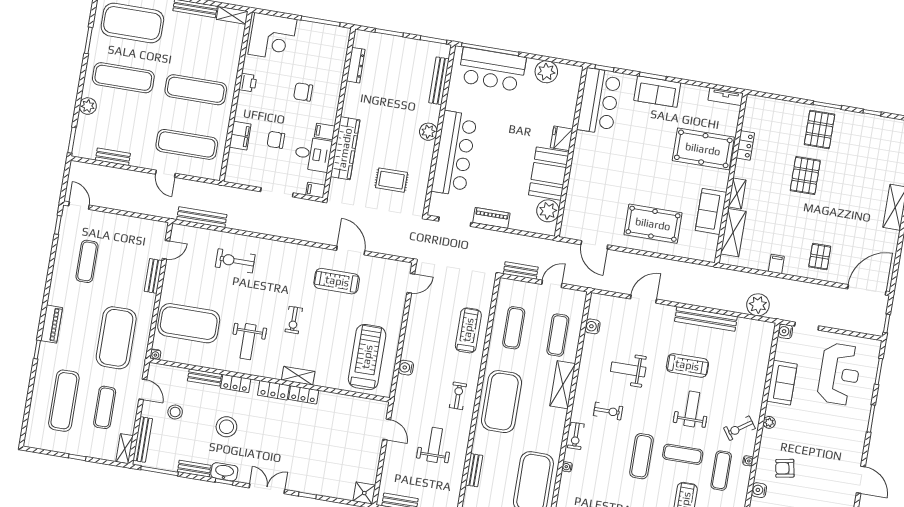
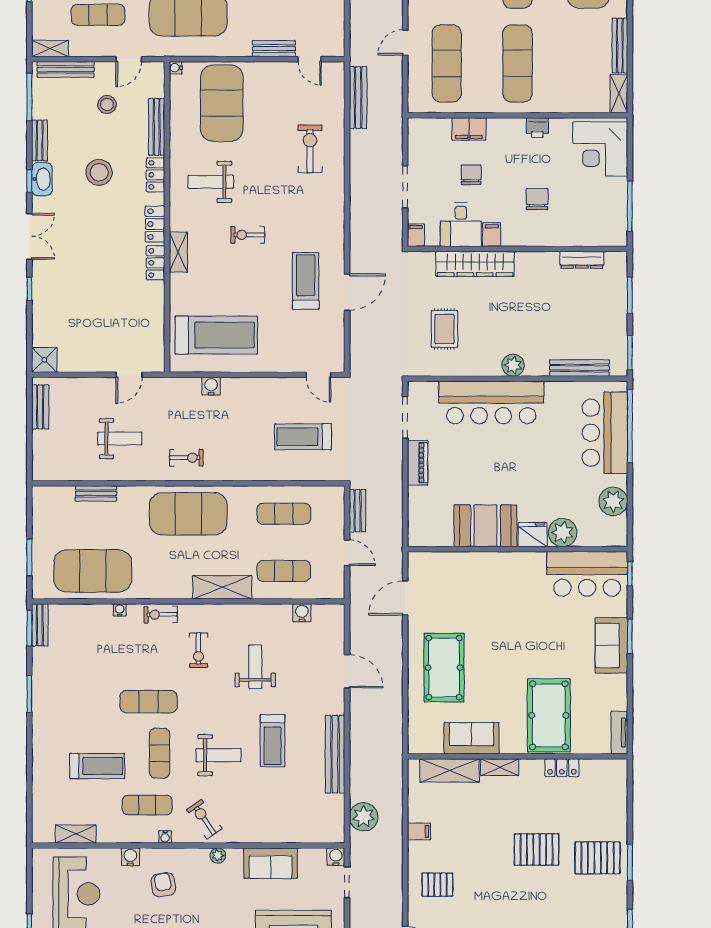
plant: (548, 211) -> (563, 533), moved
treadmill: (468, 330) -> (303, 437), moved, turned 180
bench: (205, 377) -> (157, 127), width x1.36

